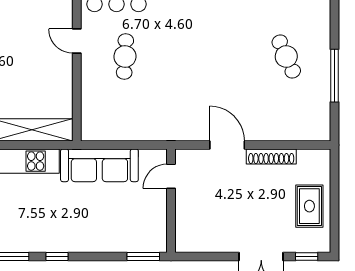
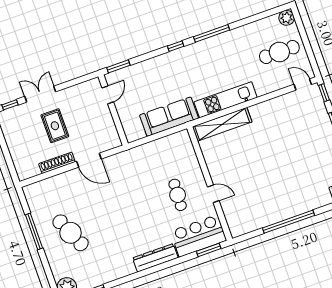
cafe table: (286, 57) -> (71, 233), width x1.37, depth x1.35
door: (171, 176) -> (108, 95), moved
rug: (309, 206) -> (55, 126), moved

